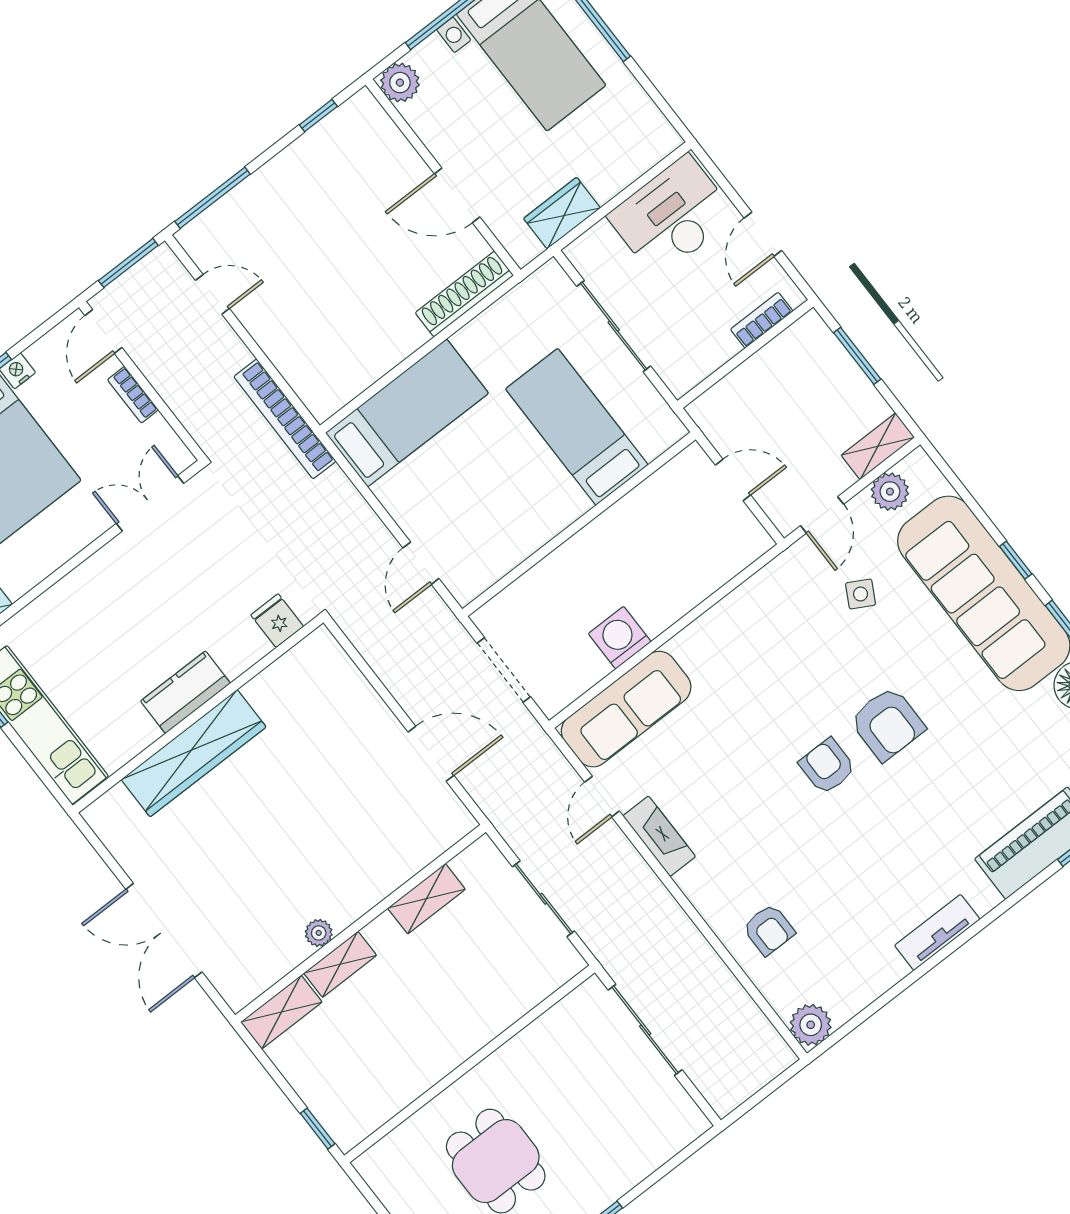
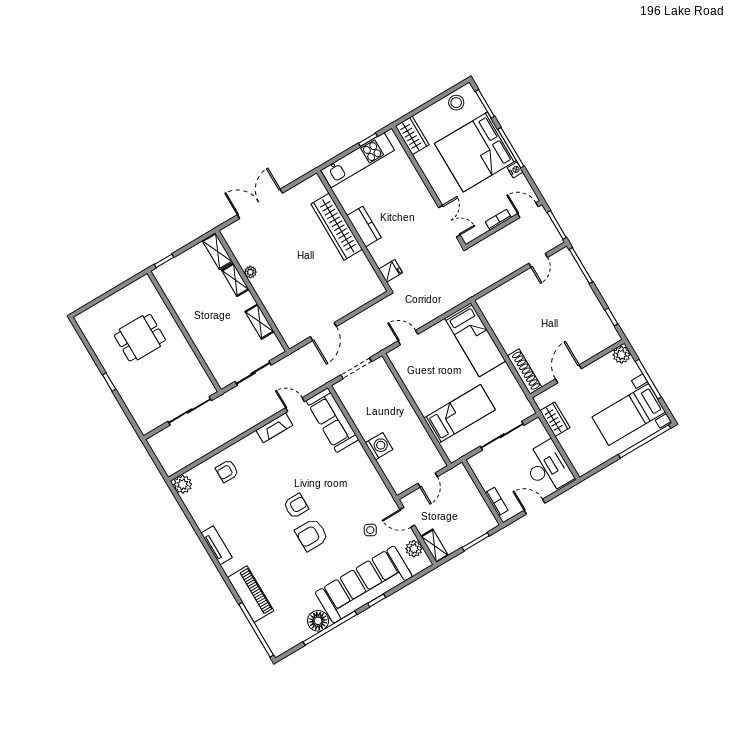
bookcase: (285, 419) -> (479, 285), removed
washing machine: (620, 638) -> (379, 446), moved

